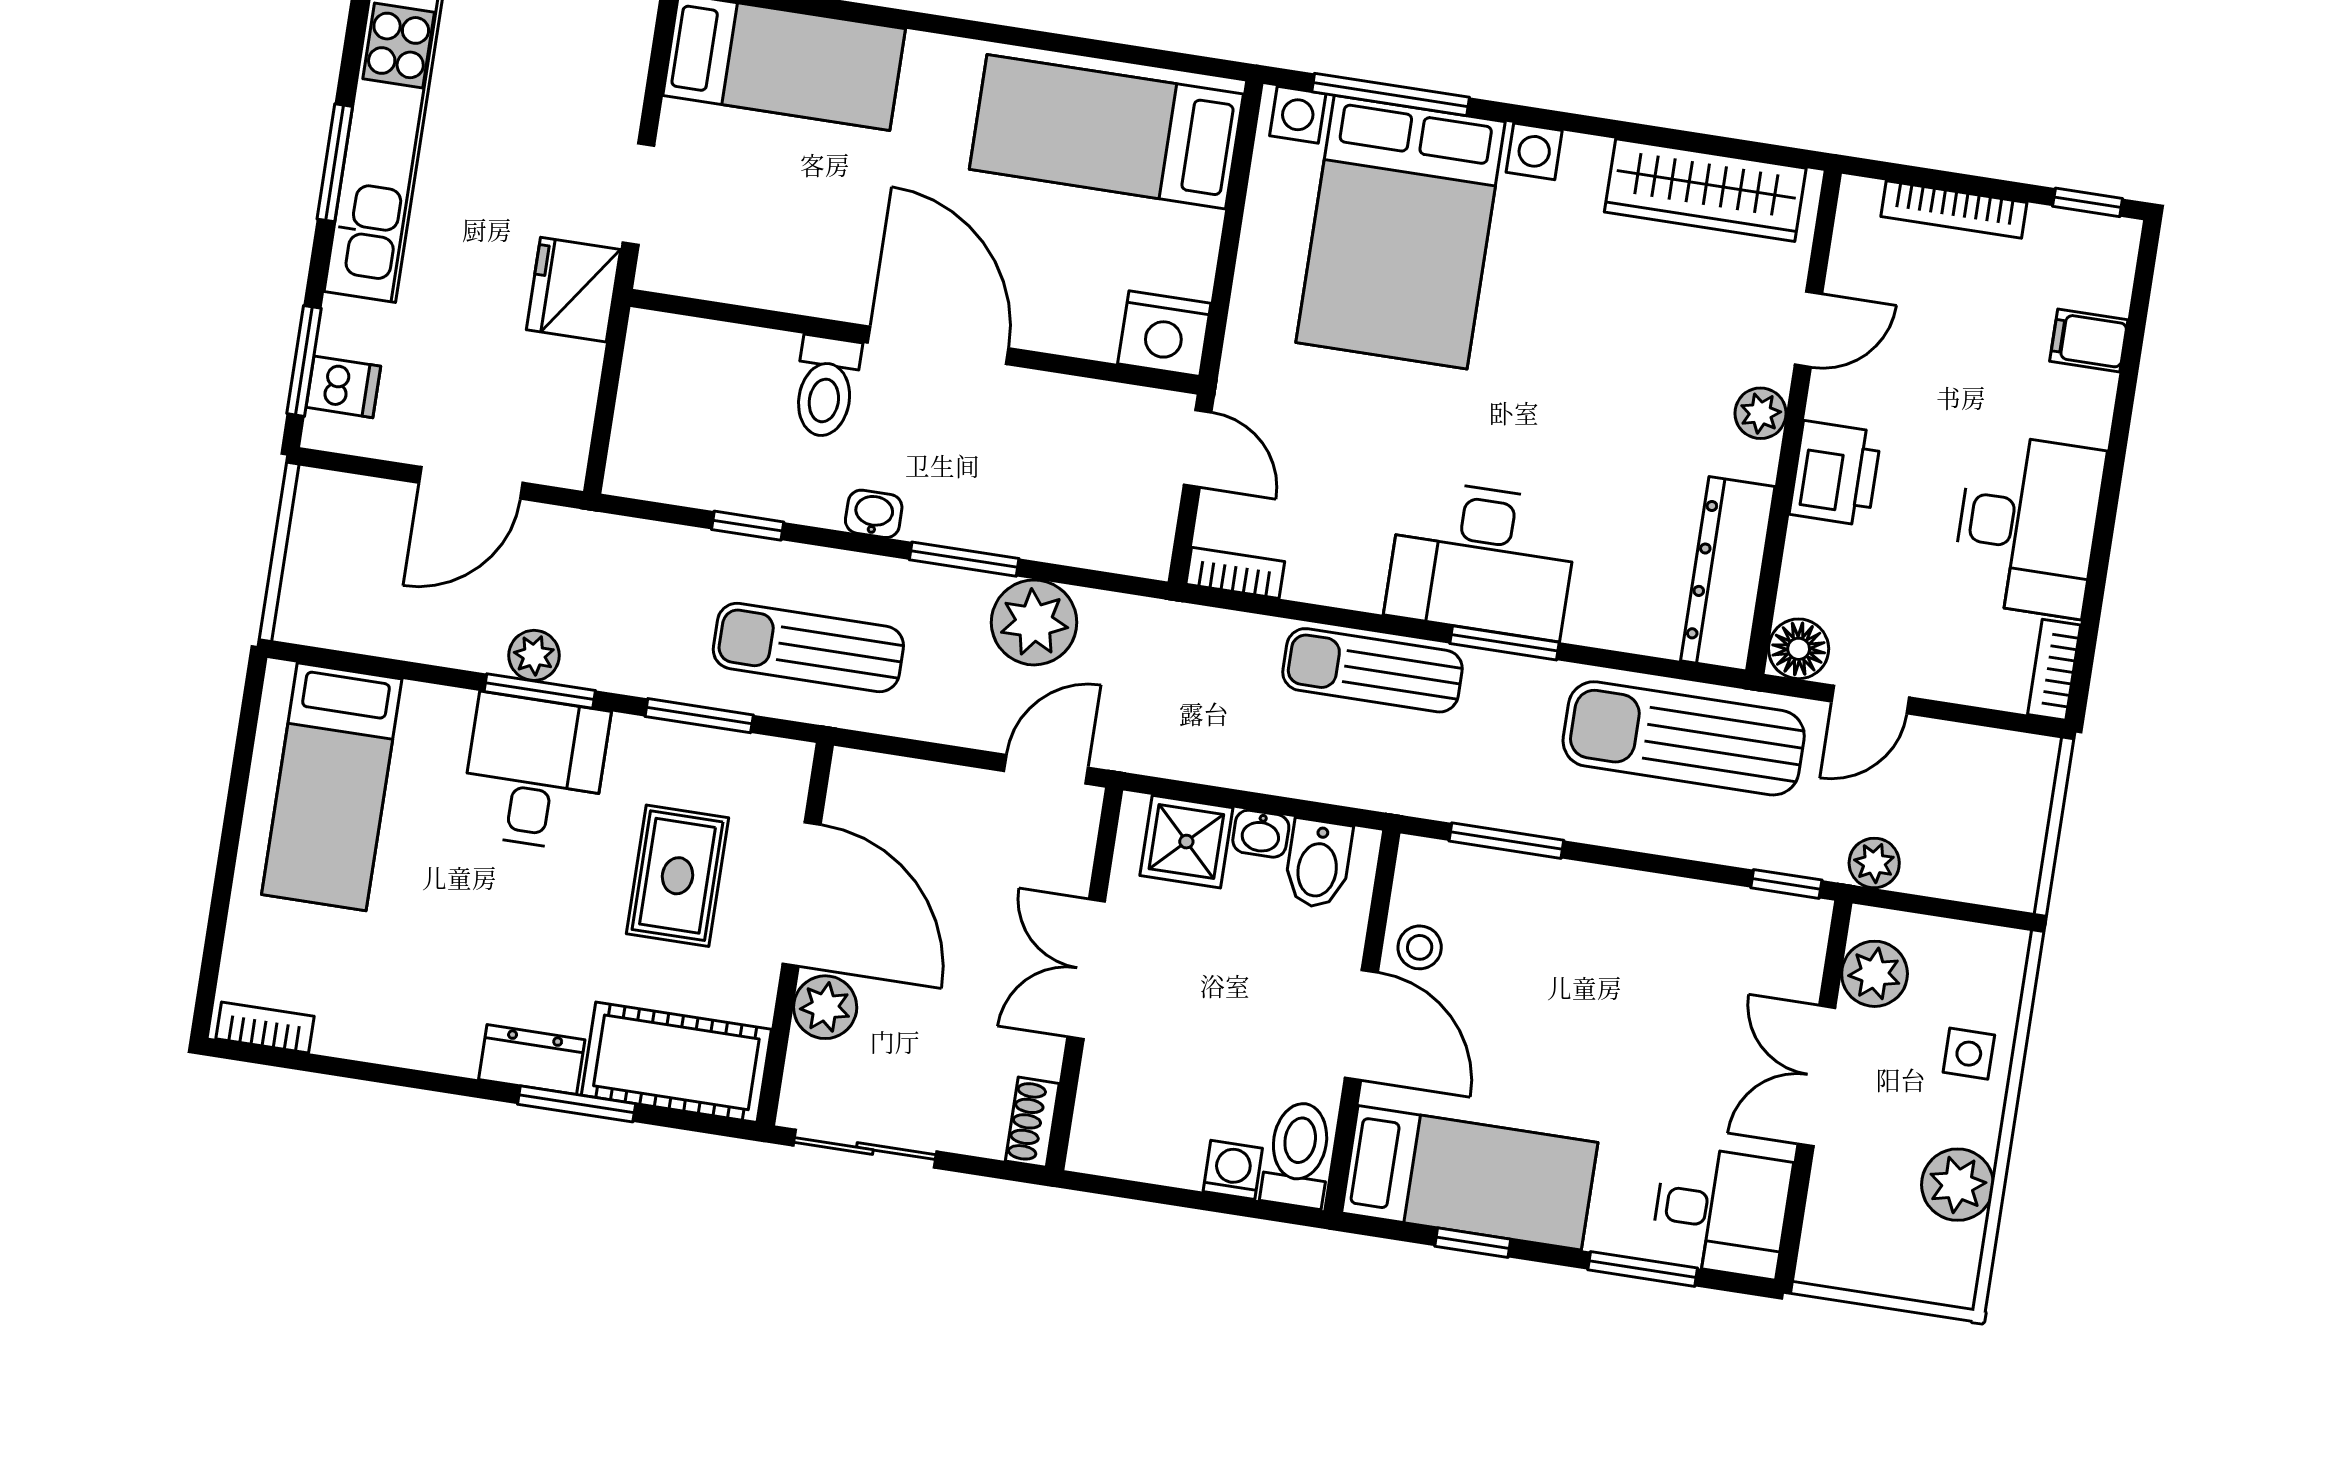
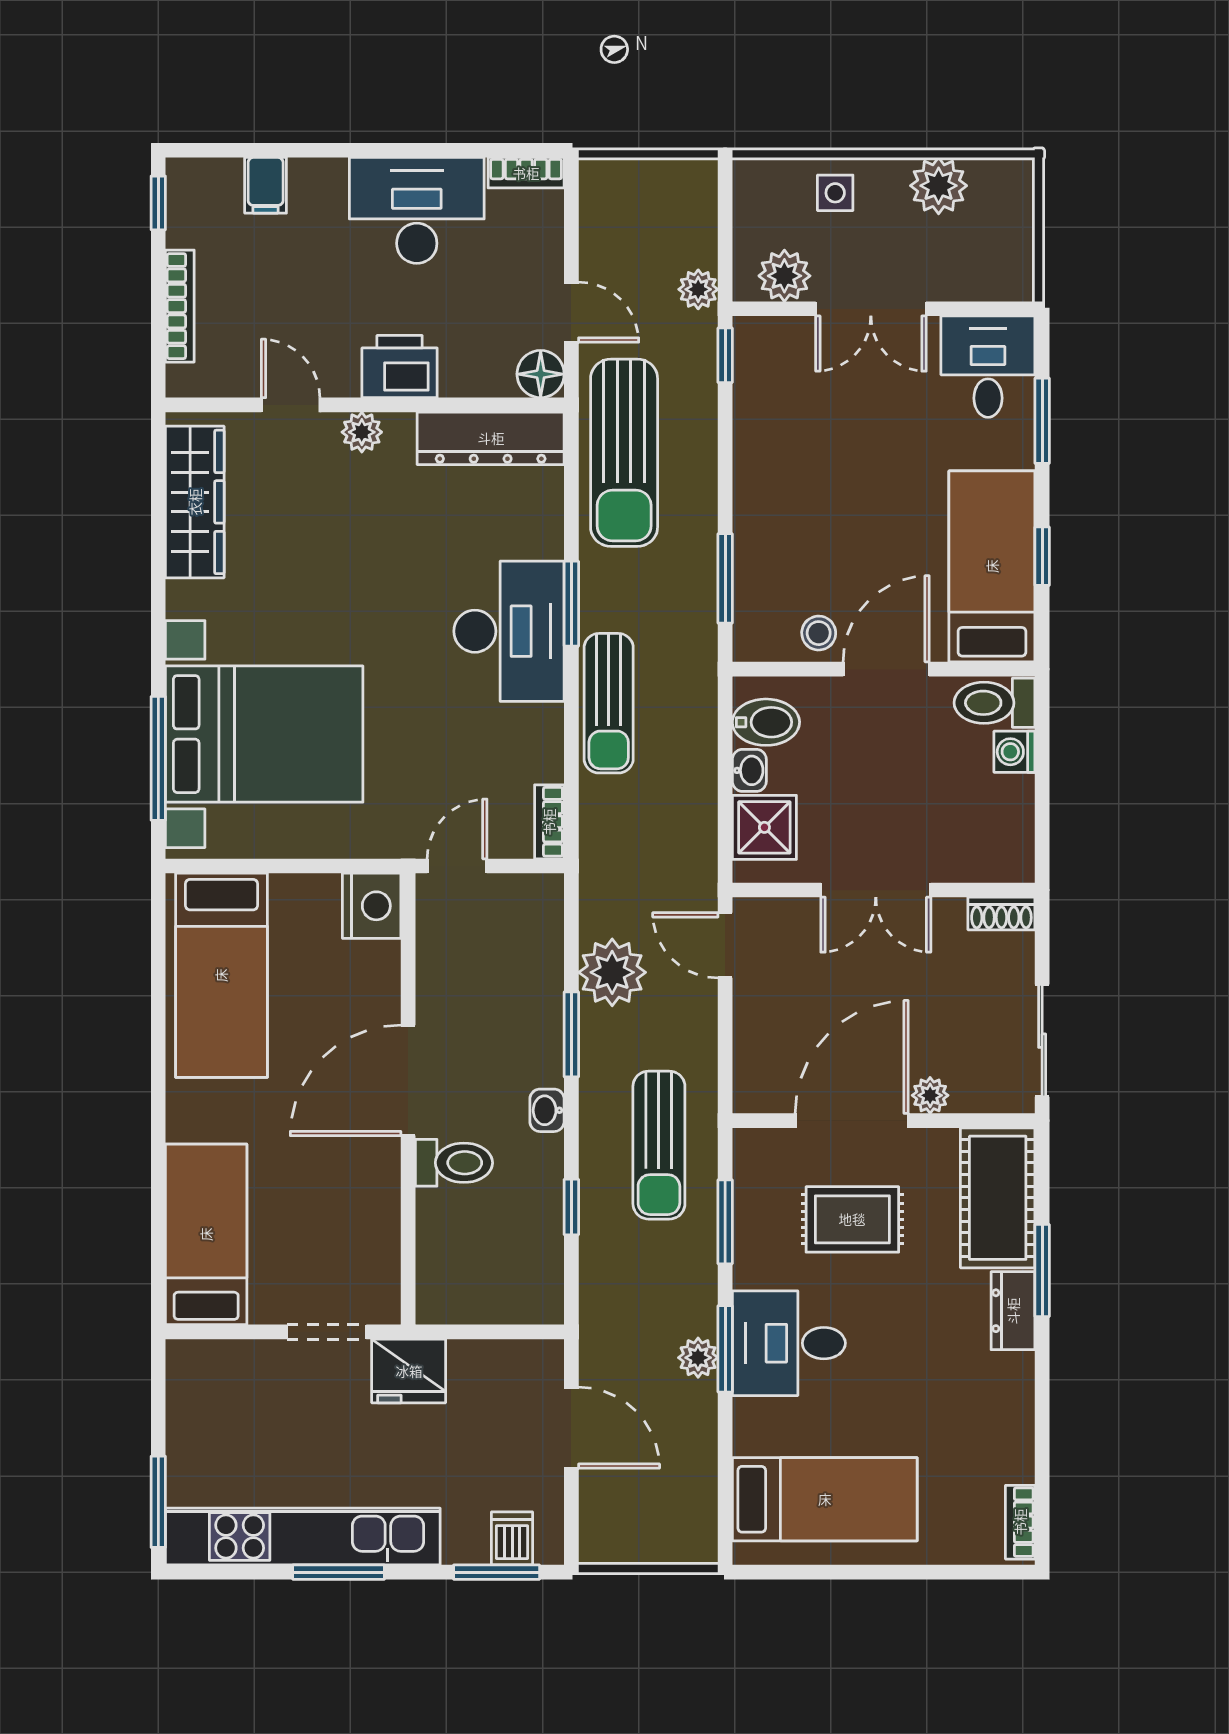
plant: (825, 1007) -> (930, 1095), width x0.73, depth x0.73

